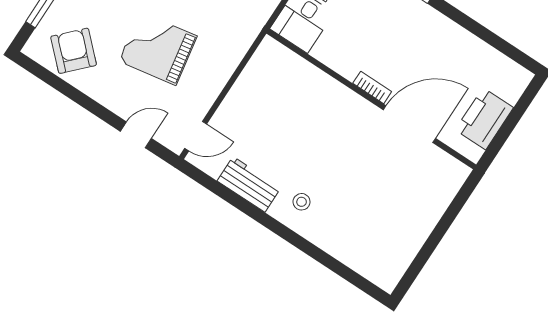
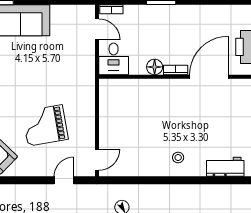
floor lamp: (348, 66) -> (155, 67), added
workbench: (249, 184) -> (225, 167), moved

